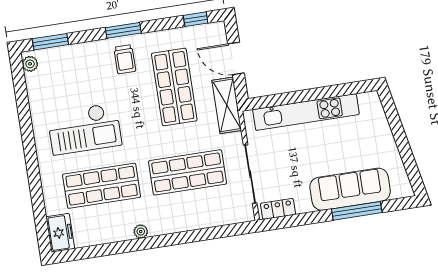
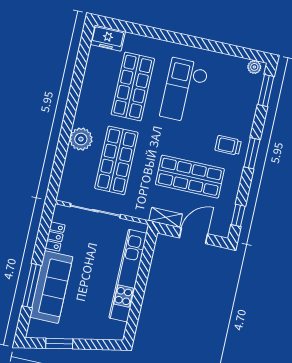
shelving: (227, 105) -> (166, 217), width x0.67, depth x0.75
window: (407, 157) -> (59, 344), added
locker: (278, 209) -> (55, 237), moved
plant: (141, 232) -> (81, 139), moved, width x1.88, depth x1.88

